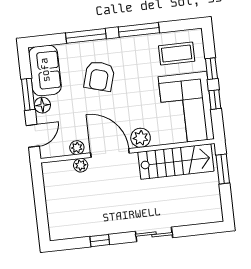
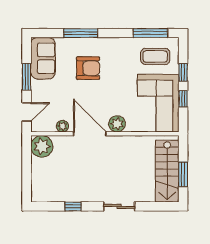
window: (139, 30) -> (150, 33), moved
armchair: (99, 76) -> (88, 68), turned -106
floor lamp: (42, 105) -> (38, 87), removed
stairs: (176, 162) -> (167, 171), moved, turned 90
plant: (81, 165) -> (42, 146), moved, width x1.88, depth x1.88
window: (223, 169) -> (183, 174), moved

